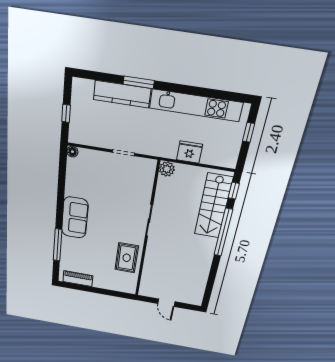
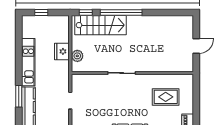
kitchen unit: (196, 105) -> (28, 62), width x0.73
plant: (167, 169) -> (77, 56), moved
rug: (127, 258) -> (166, 97), moved

